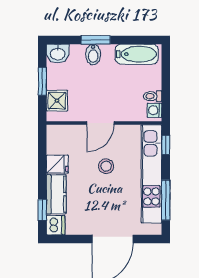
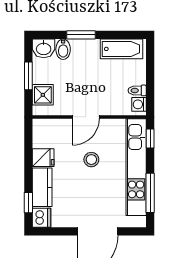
bidet: (93, 54) -> (63, 49), moved

